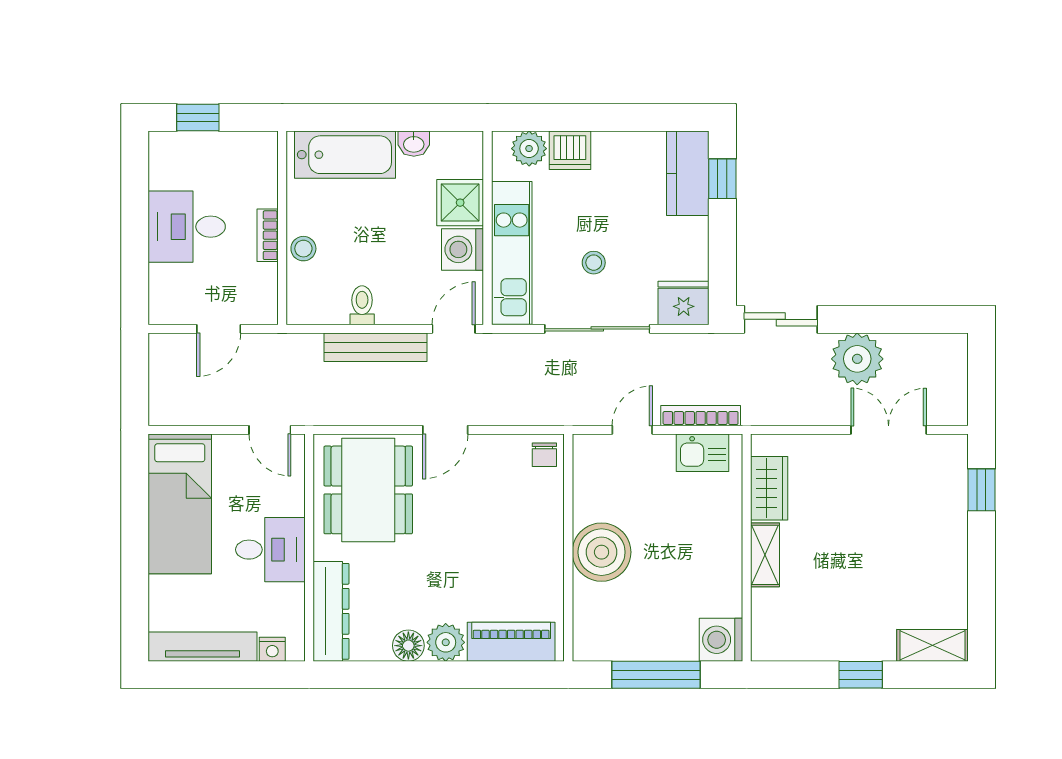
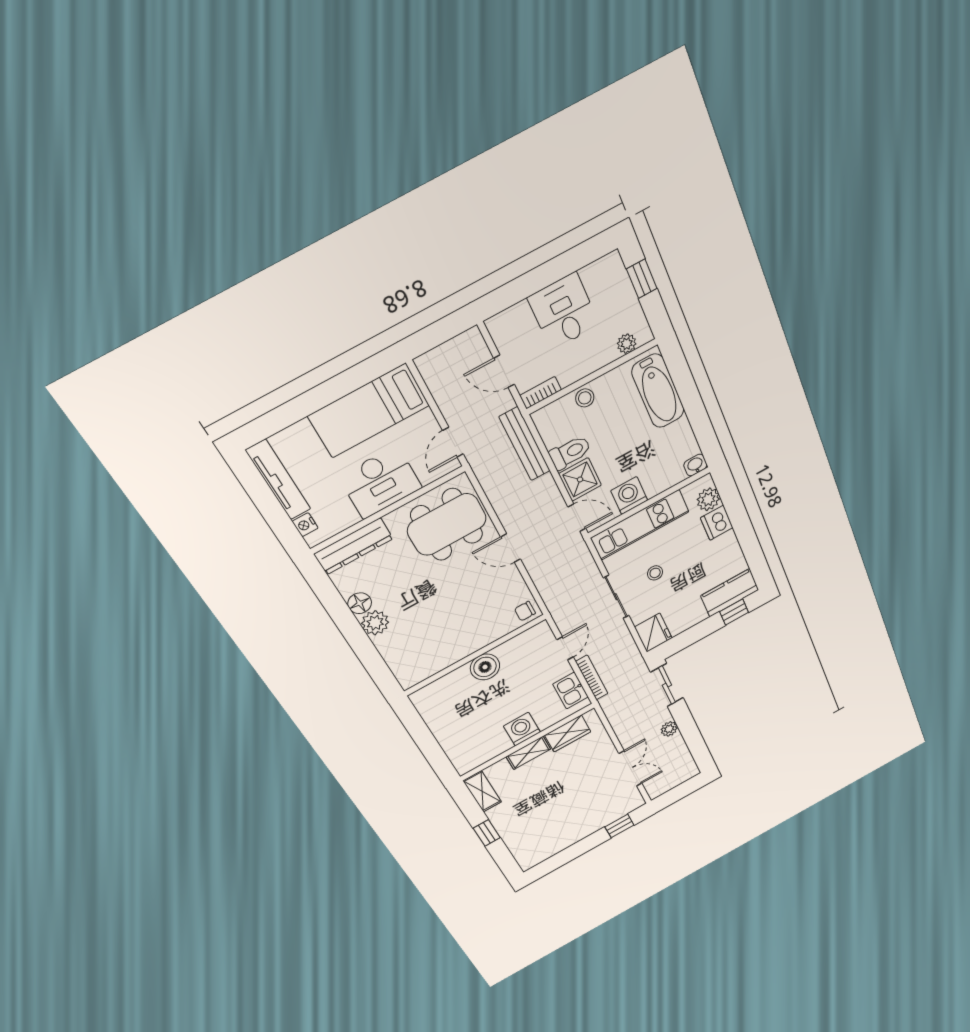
washbasin: (414, 144) -> (695, 465), moved, turned 90
plant: (265, 169) -> (627, 344), added
shower: (460, 203) -> (580, 479), moved
bookcase: (268, 235) -> (541, 393), moved
toilet: (362, 305) -> (570, 452), width x1.37, depth x1.39
sliding door: (597, 329) -> (616, 597), width x0.73
bench: (376, 347) -> (525, 444), moved
plant: (857, 359) -> (669, 729), width x0.53, depth x0.53
door: (632, 430) -> (565, 648), hinge flipped
desk: (270, 550) -> (380, 482), width x1.37
boiler: (602, 552) -> (485, 667), width x0.73, depth x0.73
washing machine: (721, 640) -> (522, 729), moved
piano: (511, 642) -> (398, 658), removed
shelving: (933, 645) -> (482, 791), moved
window: (656, 675) -> (426, 741), removed

